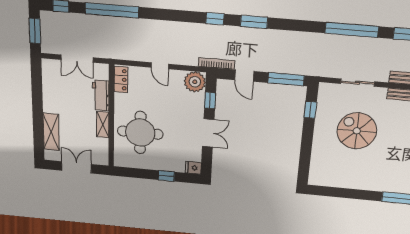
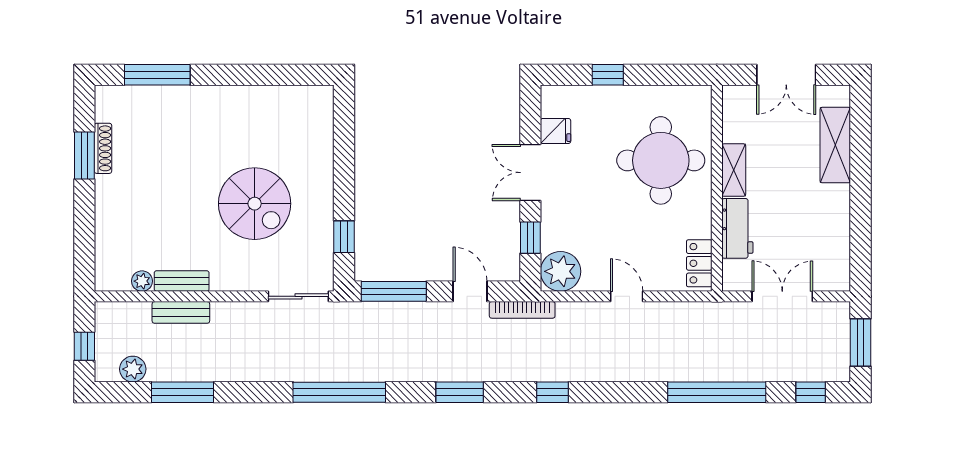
window: (215, 19) -> (552, 392), moved
window: (352, 30) -> (339, 392), moved
sliding door: (358, 83) -> (298, 296), moved
fridge: (193, 168) -> (556, 131), moved

